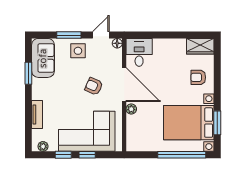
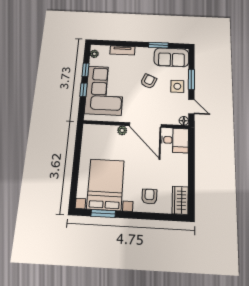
door: (124, 85) -> (145, 125), hinge flipped
armchair: (94, 86) -> (149, 81), moved
window: (182, 155) -> (75, 176), removed

